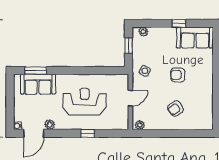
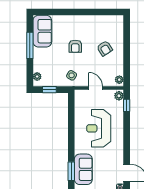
window: (179, 23) -> (30, 45), width x2.17
plant: (50, 125) -> (119, 96), moved
window: (88, 133) -> (127, 105), moved

